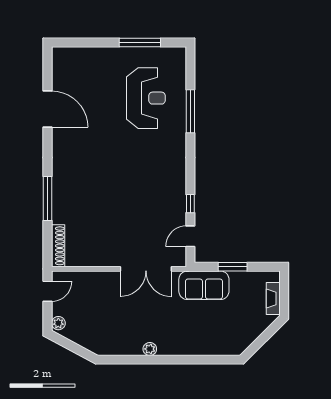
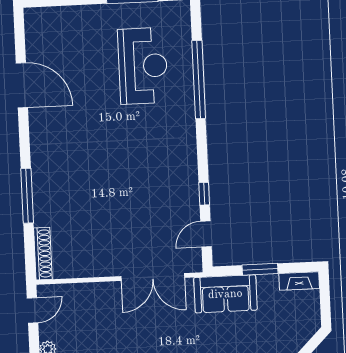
window: (190, 111) -> (199, 80), width x1.46
fireplace: (273, 299) -> (299, 281), moved, turned -90

